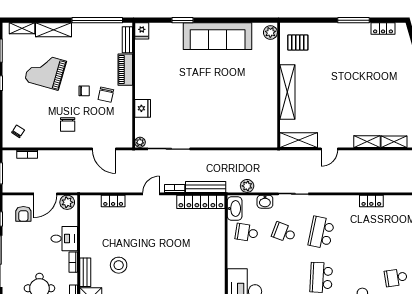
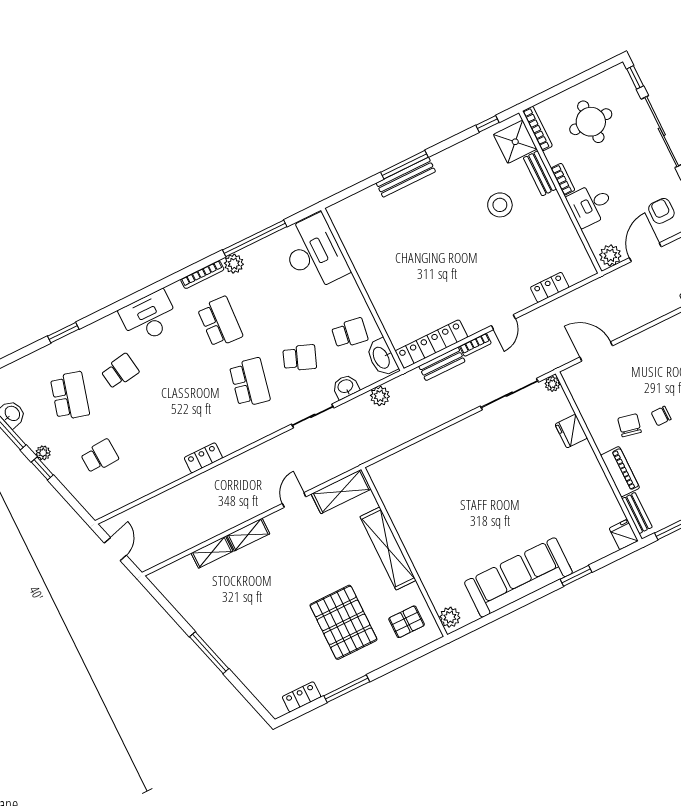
pallet: (336, 61) -> (343, 622), added
chair: (68, 124) -> (661, 360), removed
bench: (206, 187) -> (442, 364), width x0.73

